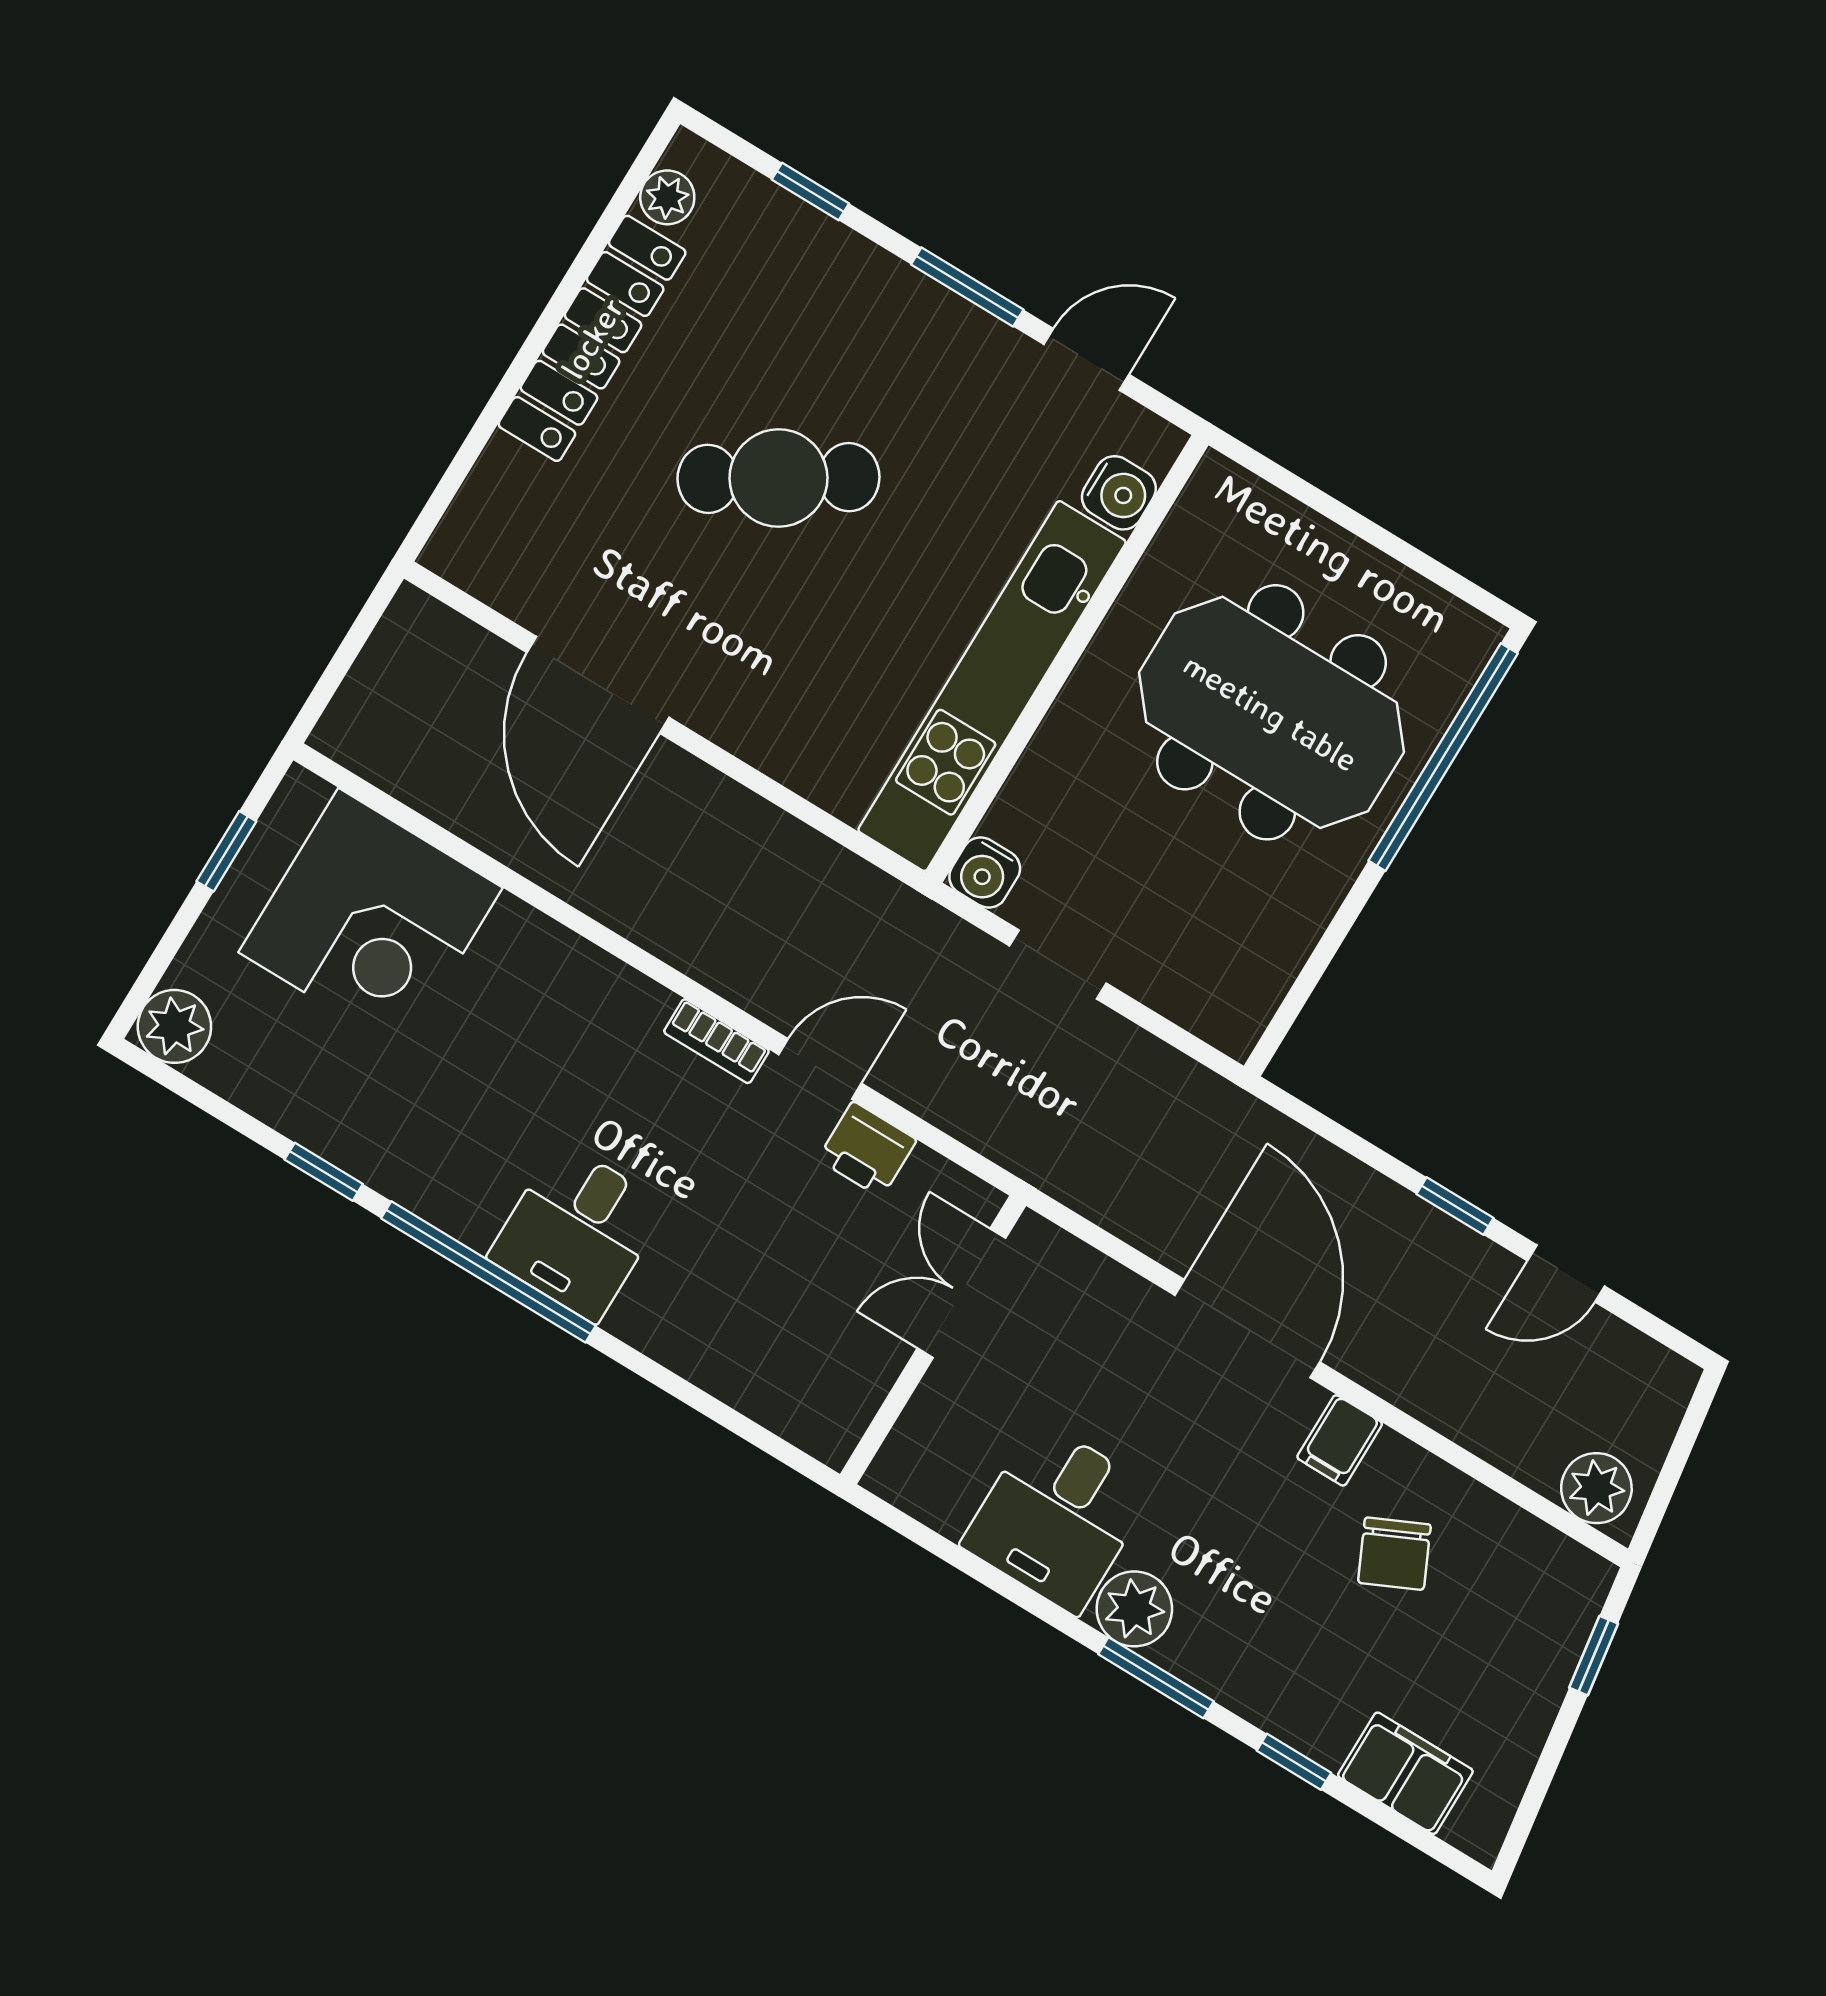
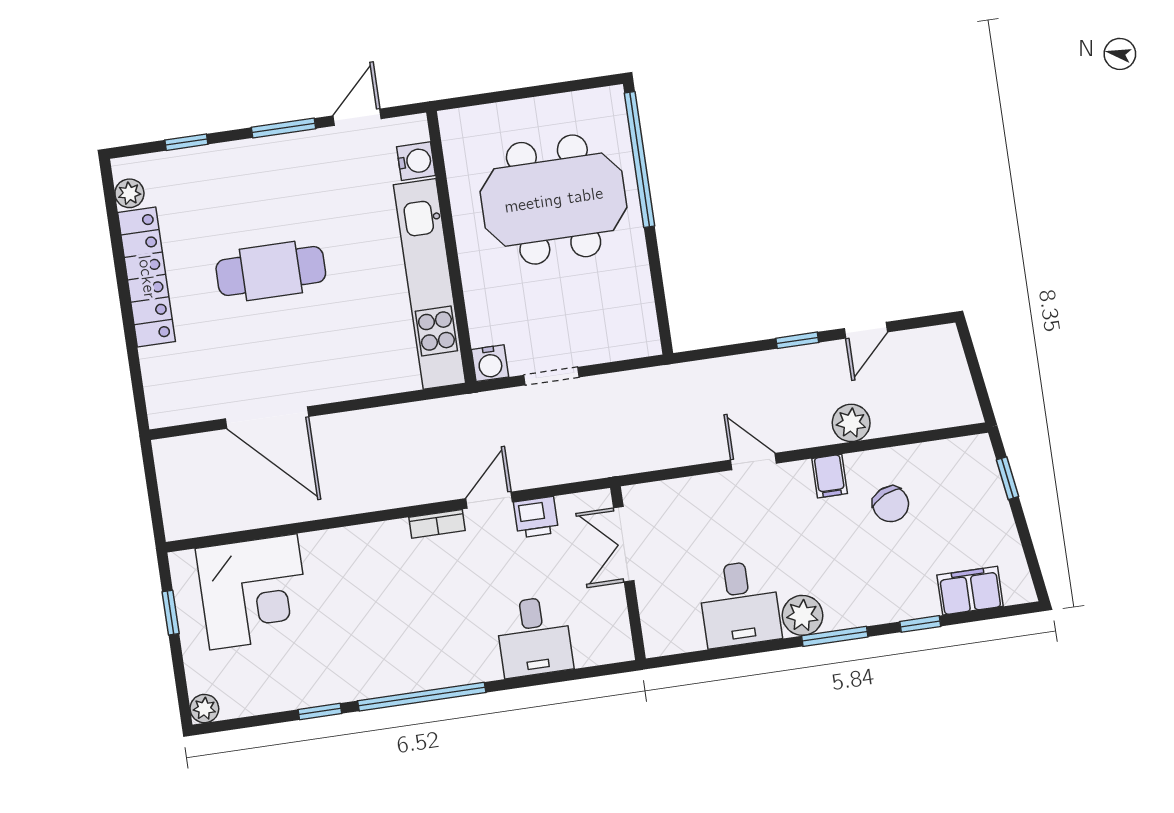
cafe table: (778, 478) -> (271, 271), turned 32
plant: (174, 1026) -> (204, 709), width x0.73, depth x0.73
desk: (578, 1232) -> (534, 637), moved
door: (1247, 1329) -> (754, 462), width x0.53
plant: (1596, 1488) -> (851, 423), moved

